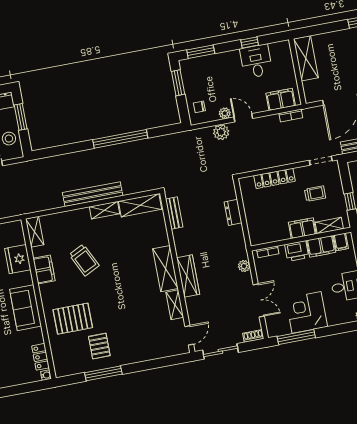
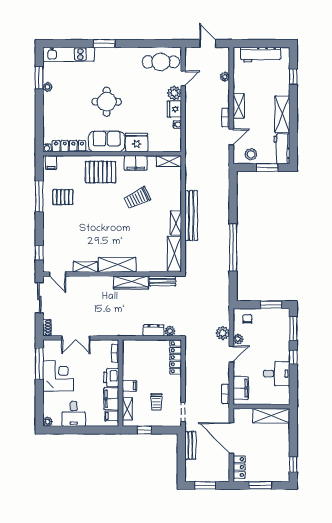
window: (250, 43) -> (293, 357), moved
locker: (275, 178) -> (176, 357), moved
filing cabinet: (302, 228) -> (129, 386), width x0.50
fridge: (18, 259) -> (137, 142), moved
plant: (244, 266) -> (170, 331), moved
wardrobe: (188, 276) -> (131, 283), moved
pallet: (73, 319) -> (101, 172), moved, turned 90
locker: (40, 357) -> (69, 146), width x1.53
window: (168, 361) -> (39, 253), added
filing cabinet: (62, 367) -> (51, 163), added

